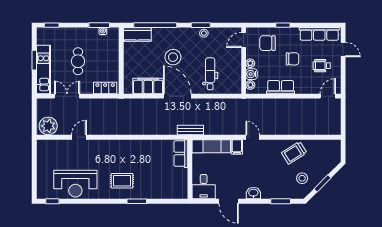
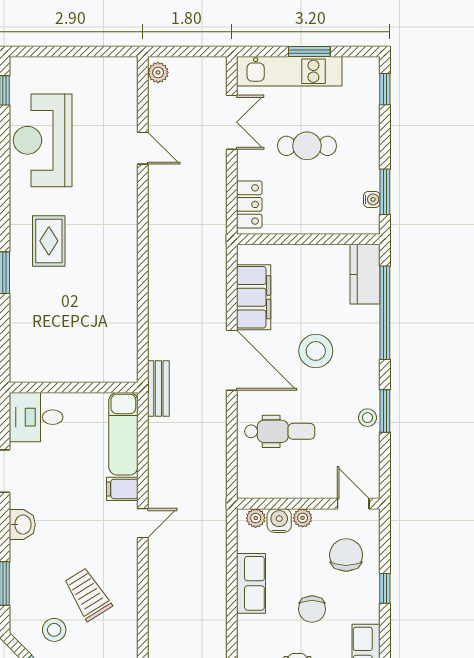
door: (177, 96) -> (232, 360), hinge flipped
plant: (48, 126) -> (158, 72), width x0.53, depth x0.53
trolley: (294, 153) -> (88, 594), moved
row of seats: (181, 154) -> (108, 368), removed

